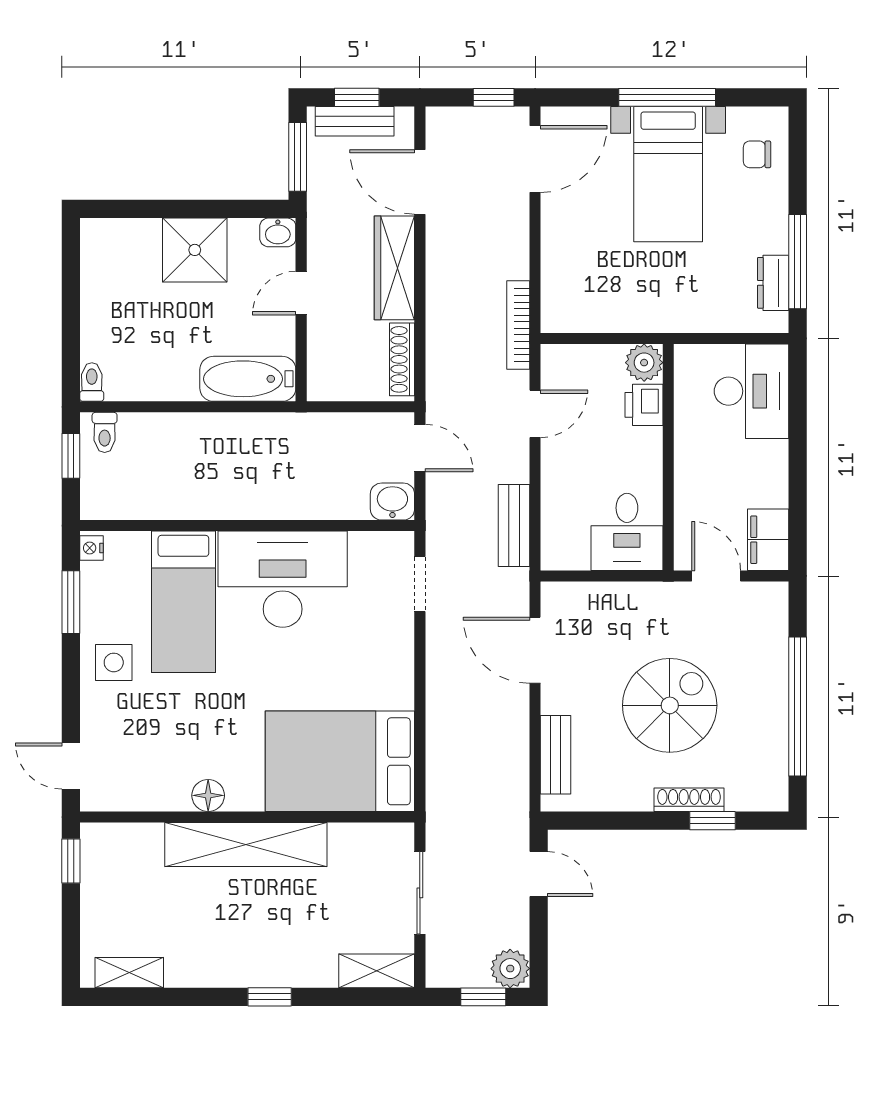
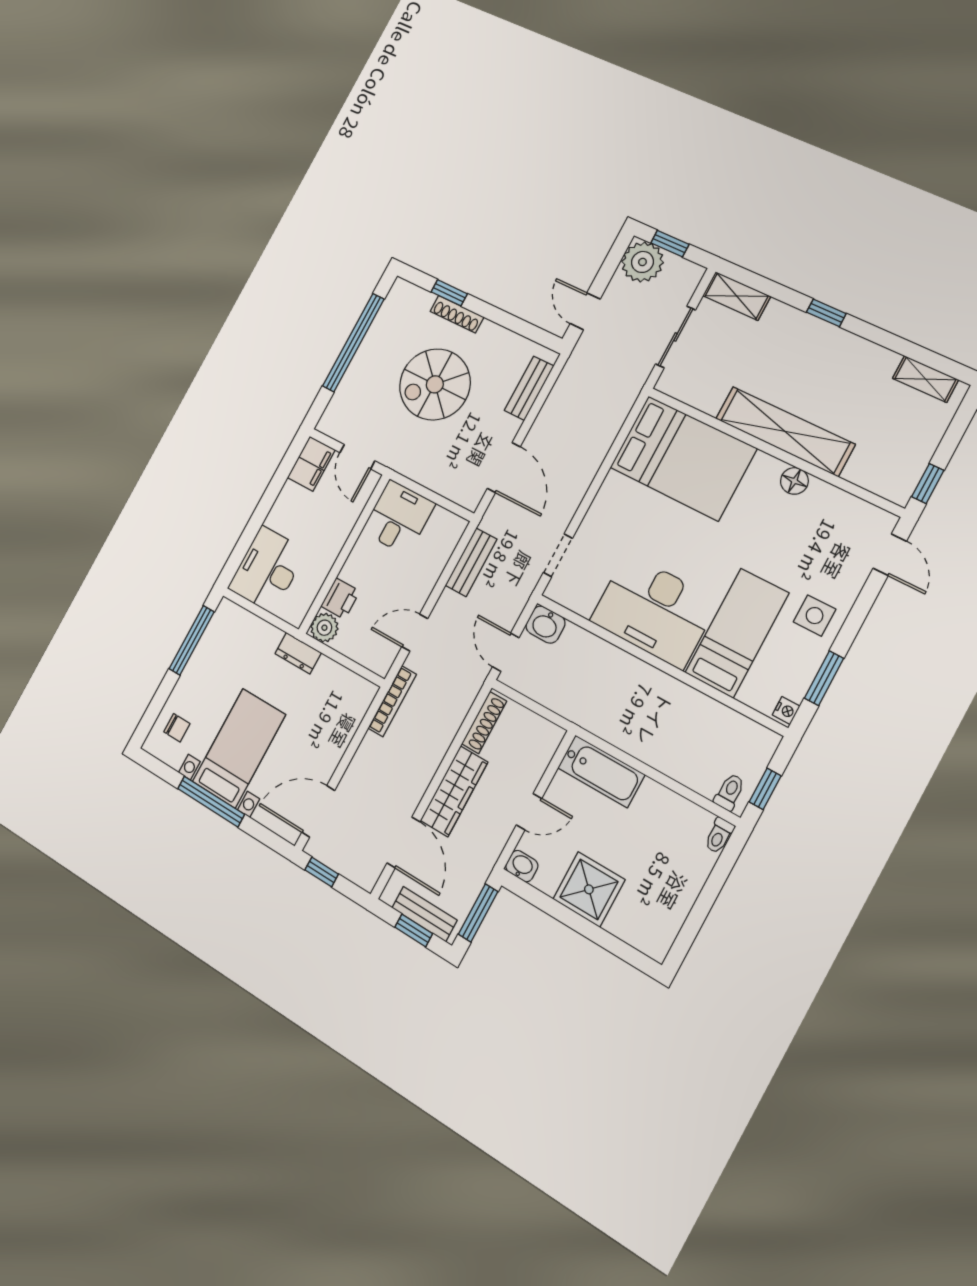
dresser: (773, 283) -> (298, 653), moved, turned 90
plant: (510, 969) -> (642, 262), width x1.36, depth x1.36

